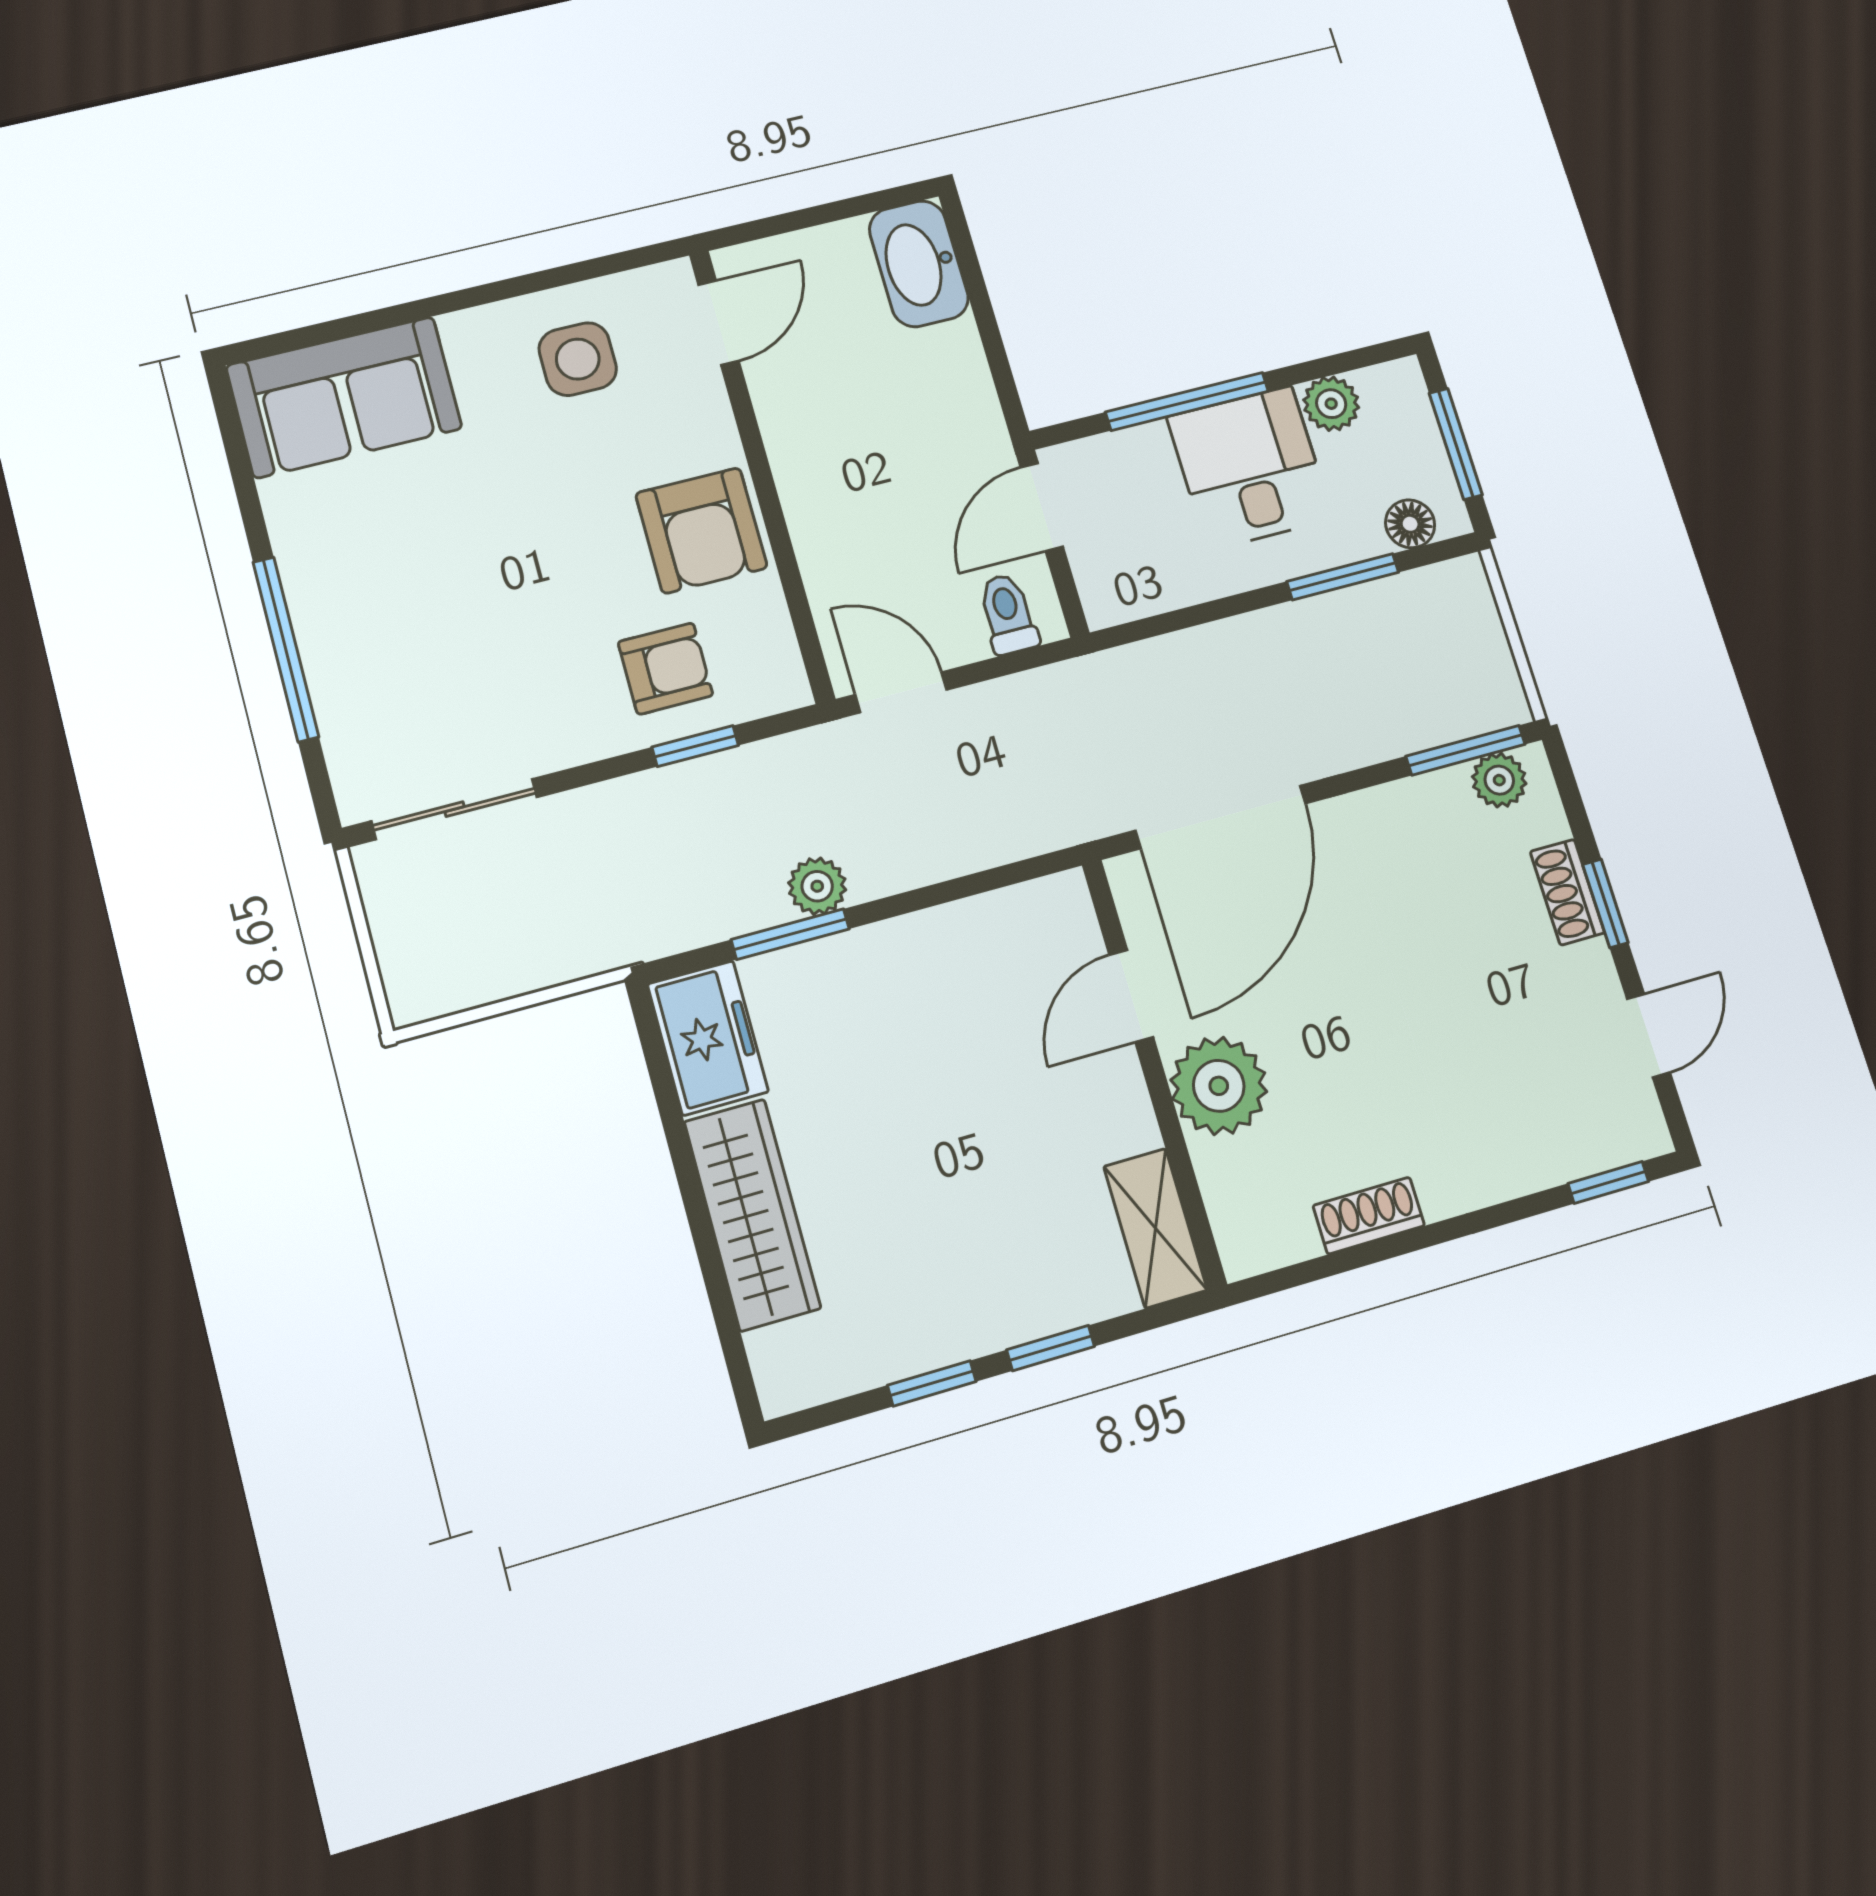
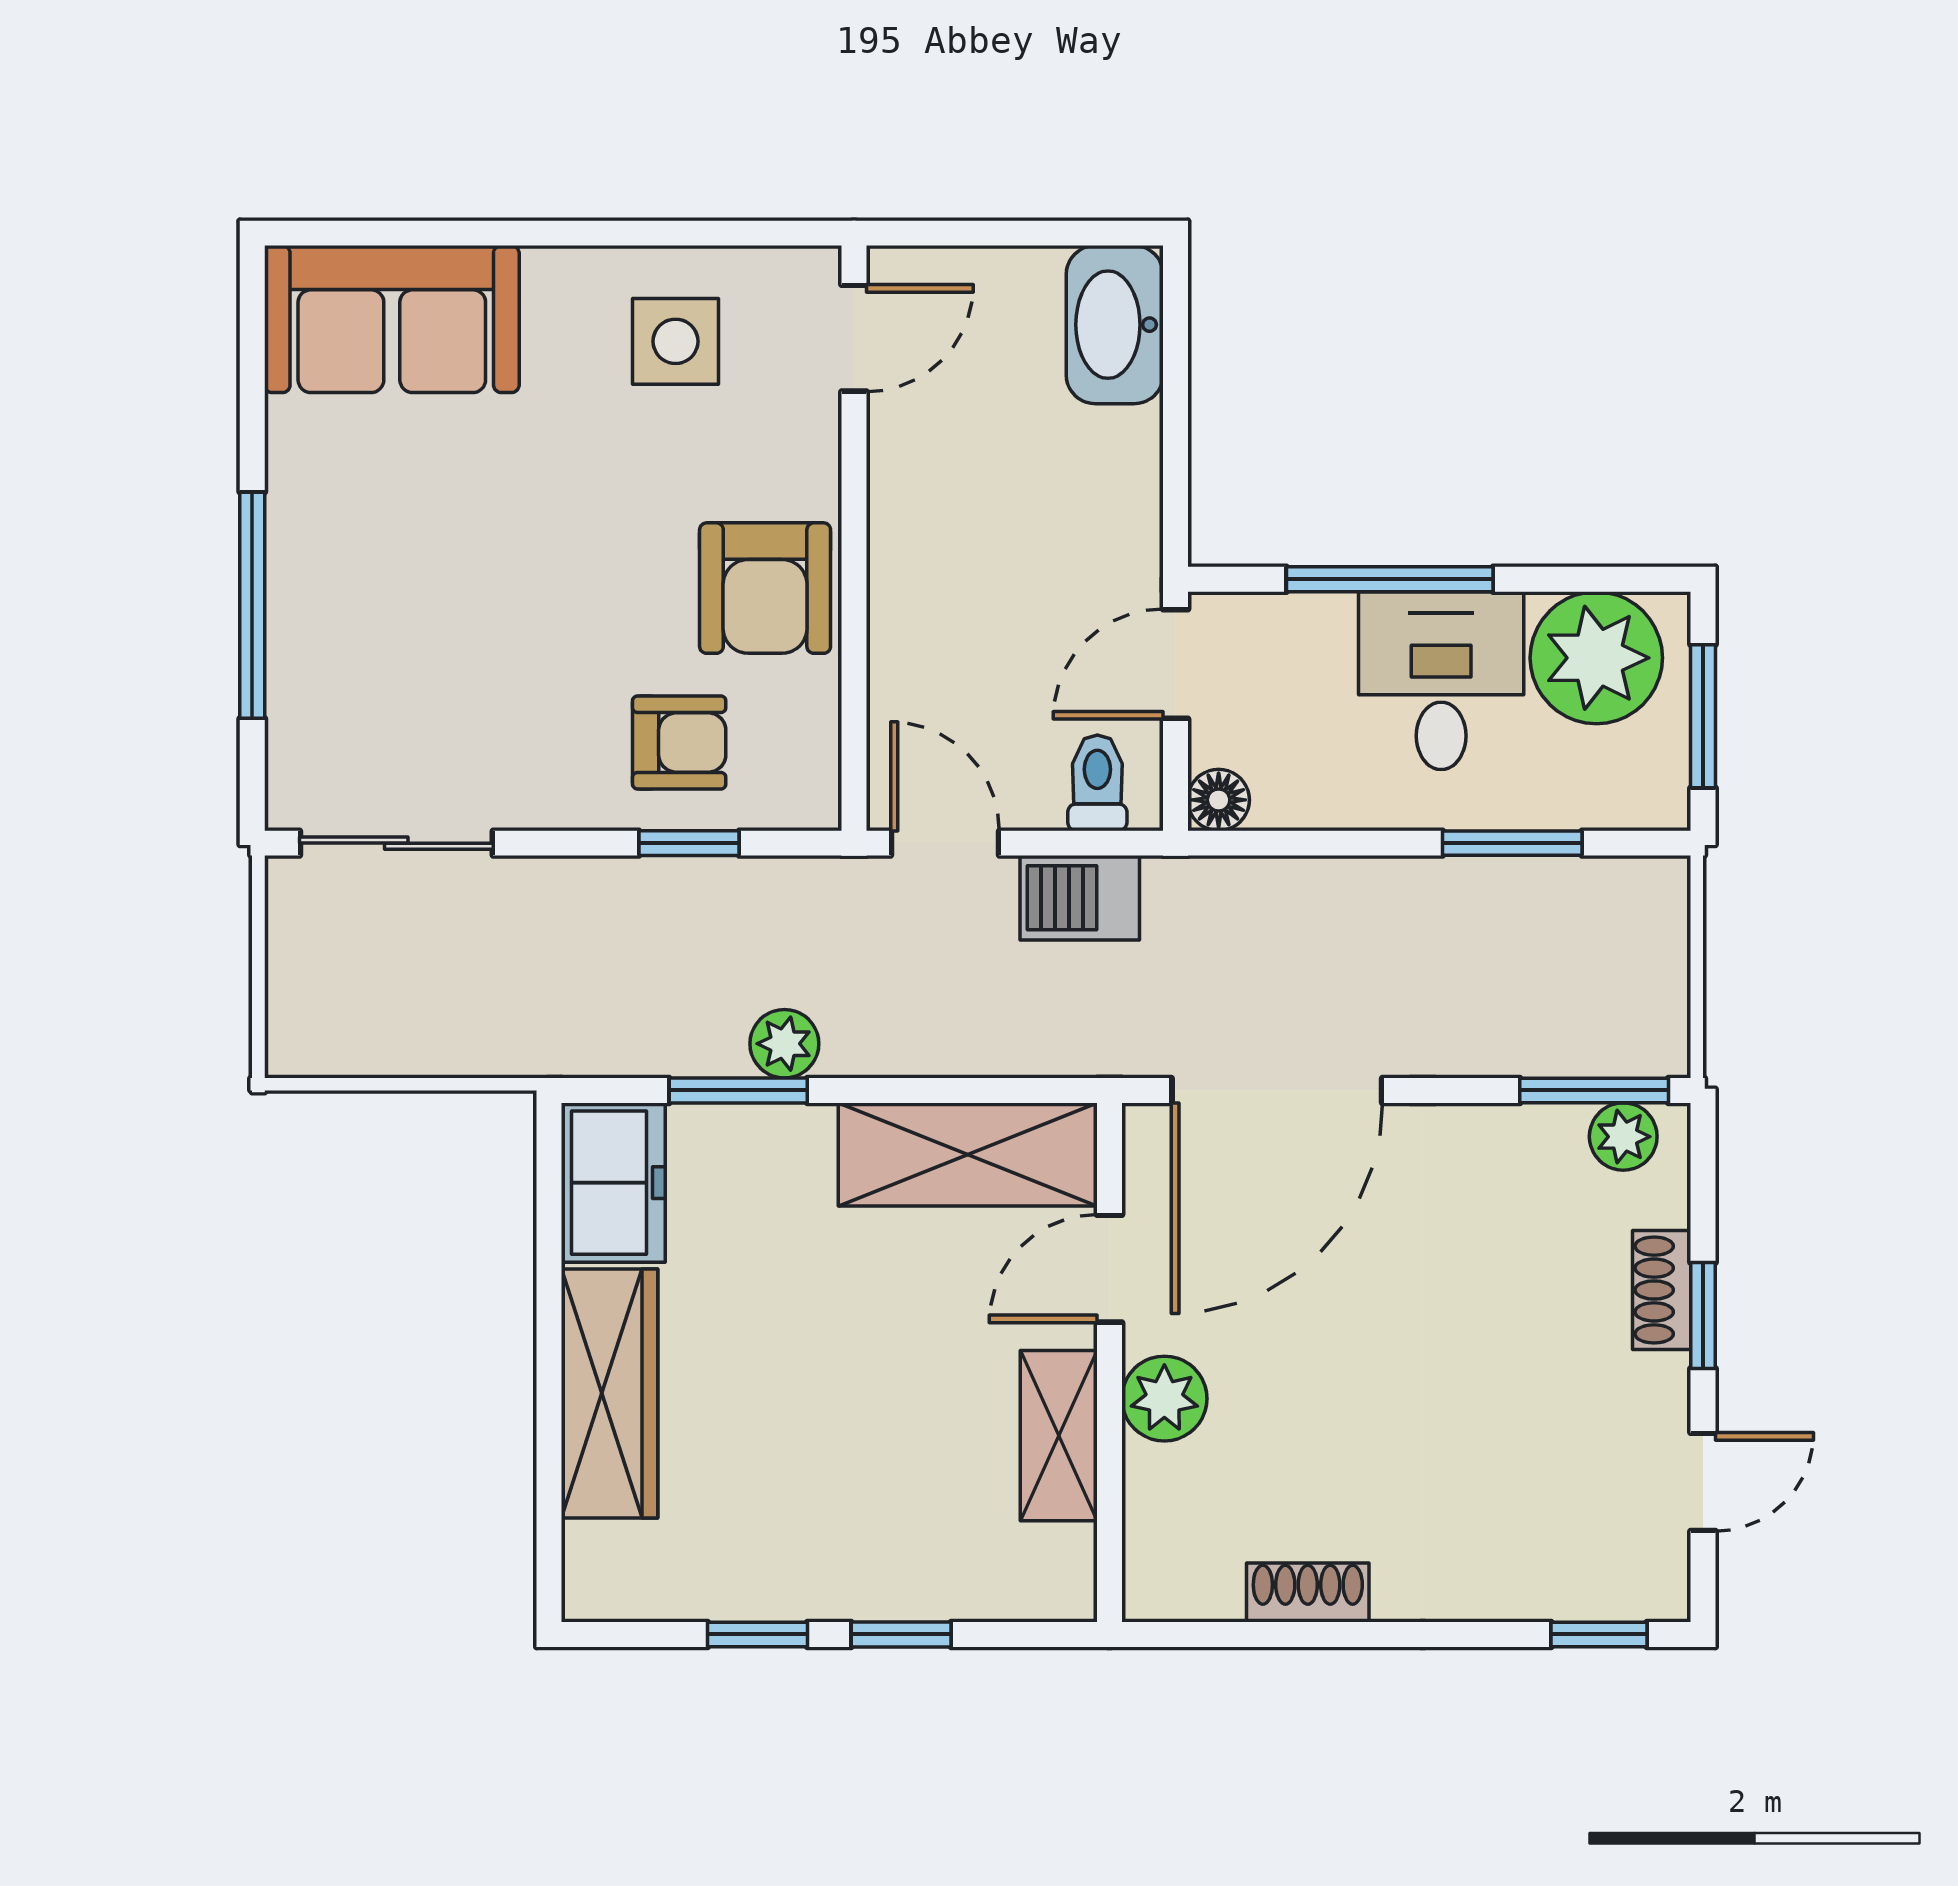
plant: (1331, 404) -> (1596, 658), width x1.88, depth x1.88
floor lamp: (1410, 524) -> (1219, 800), moved
barbecue: (1021, 707) -> (1080, 898), added
shelving: (991, 935) -> (968, 1154), added
plant: (1219, 1086) -> (1164, 1399), width x0.73, depth x0.73
shelving: (1155, 1228) -> (1059, 1436), moved

